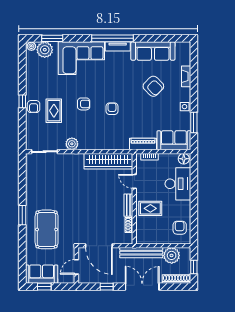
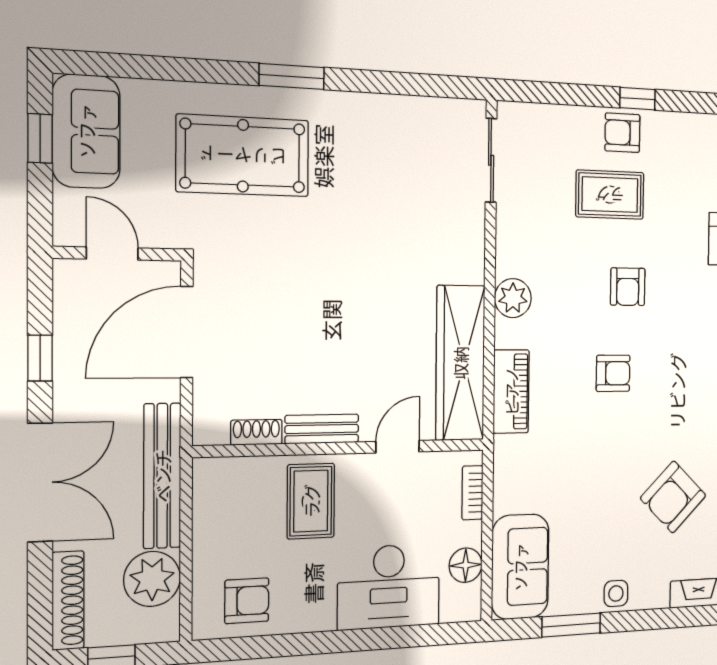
plant: (72, 144) -> (513, 298), moved
piano: (143, 144) -> (511, 391), moved
floor lamp: (184, 159) -> (466, 565), moved

